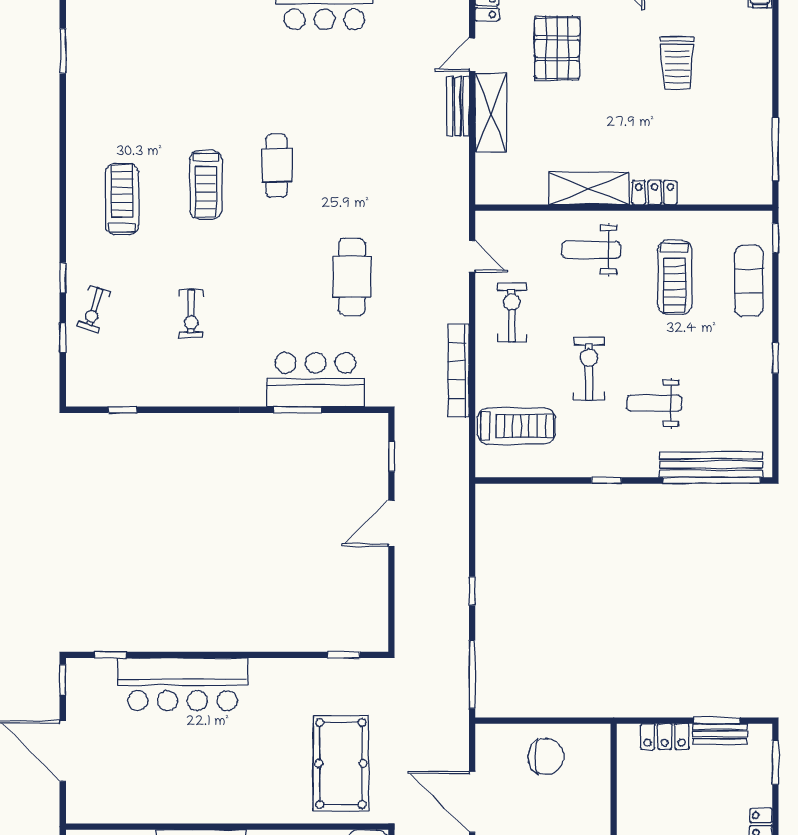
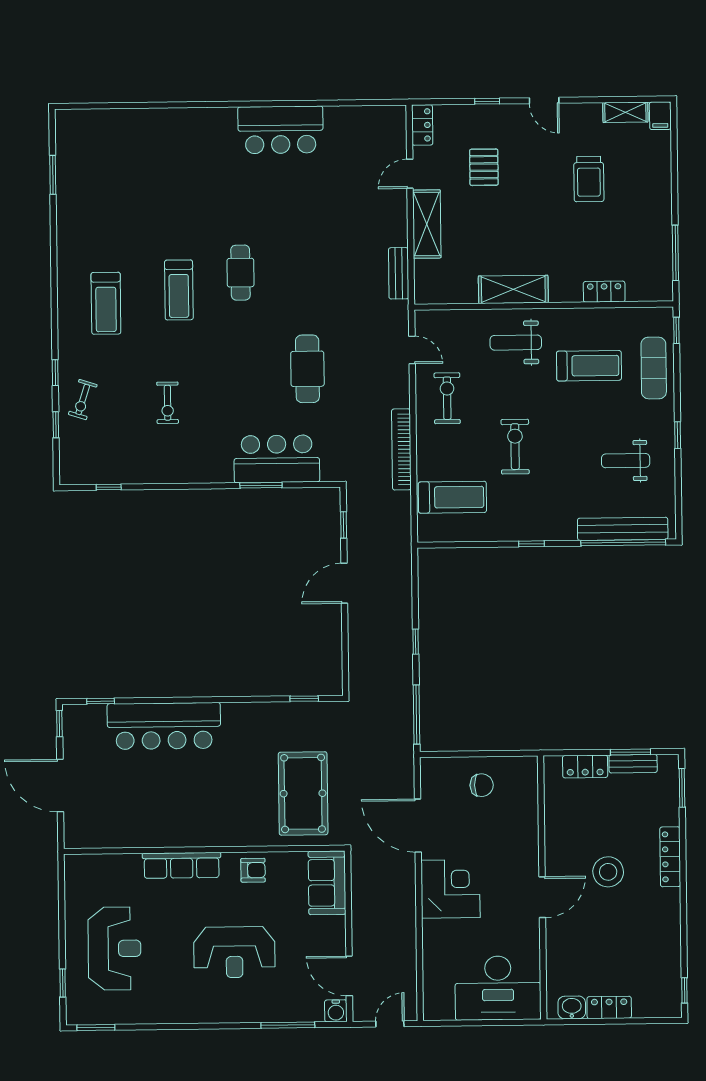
pallet: (557, 48) -> (484, 167), width x0.67, depth x0.71
bench: (458, 106) -> (399, 273), moved
locker: (655, 193) -> (604, 292), moved
treadmill: (122, 199) -> (106, 303), turned 180
treadmill: (675, 277) -> (589, 366), turned -90
weight bench: (654, 403) -> (626, 461), moved
chair: (546, 756) -> (482, 785), width x0.73, depth x0.73

